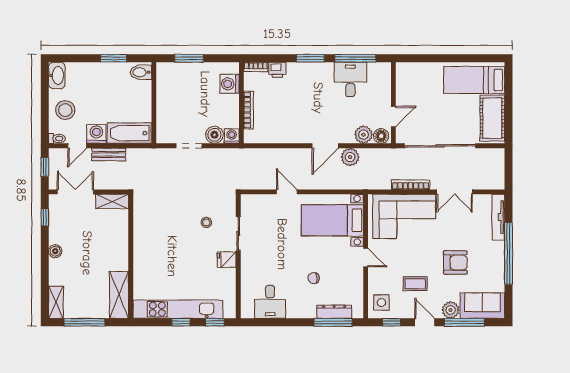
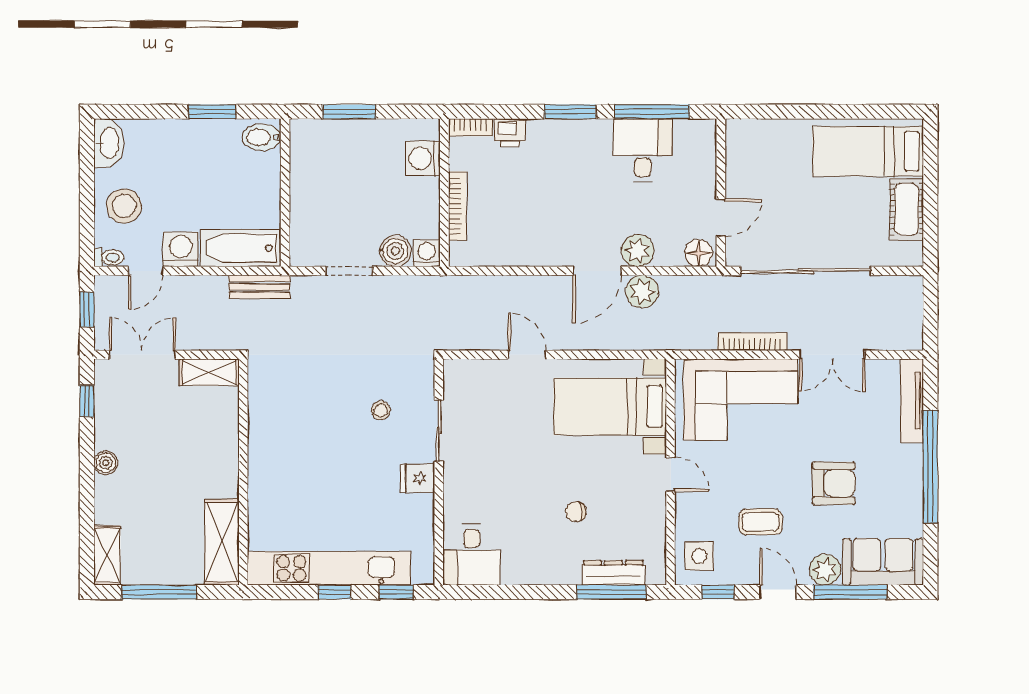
cot: (492, 118) -> (907, 209), width x0.73, depth x0.75
plant: (364, 135) -> (638, 251), moved
bench: (109, 154) -> (259, 287), moved
desk: (270, 302) -> (472, 555), moved

